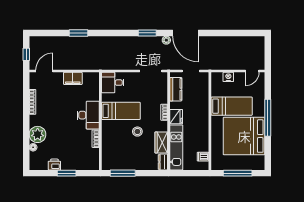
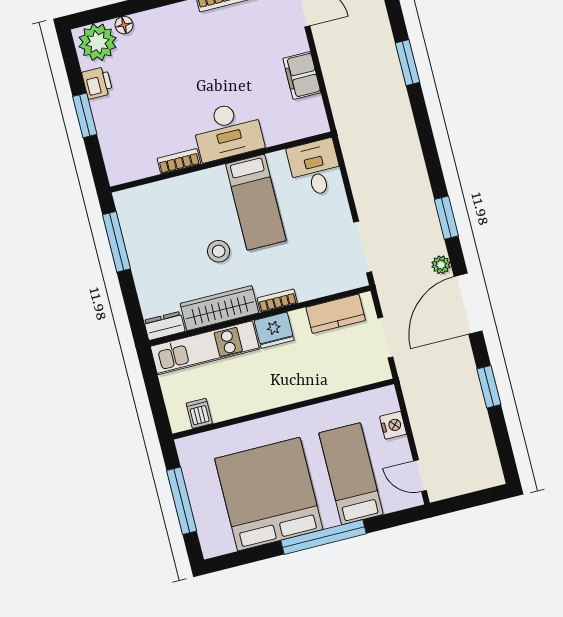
window: (222, 33) -> (489, 387), added
bed: (232, 106) -> (351, 474), moved, turned 180
plant: (38, 134) -> (98, 42), moved
wardrobe: (161, 142) -> (219, 308), width x1.50

